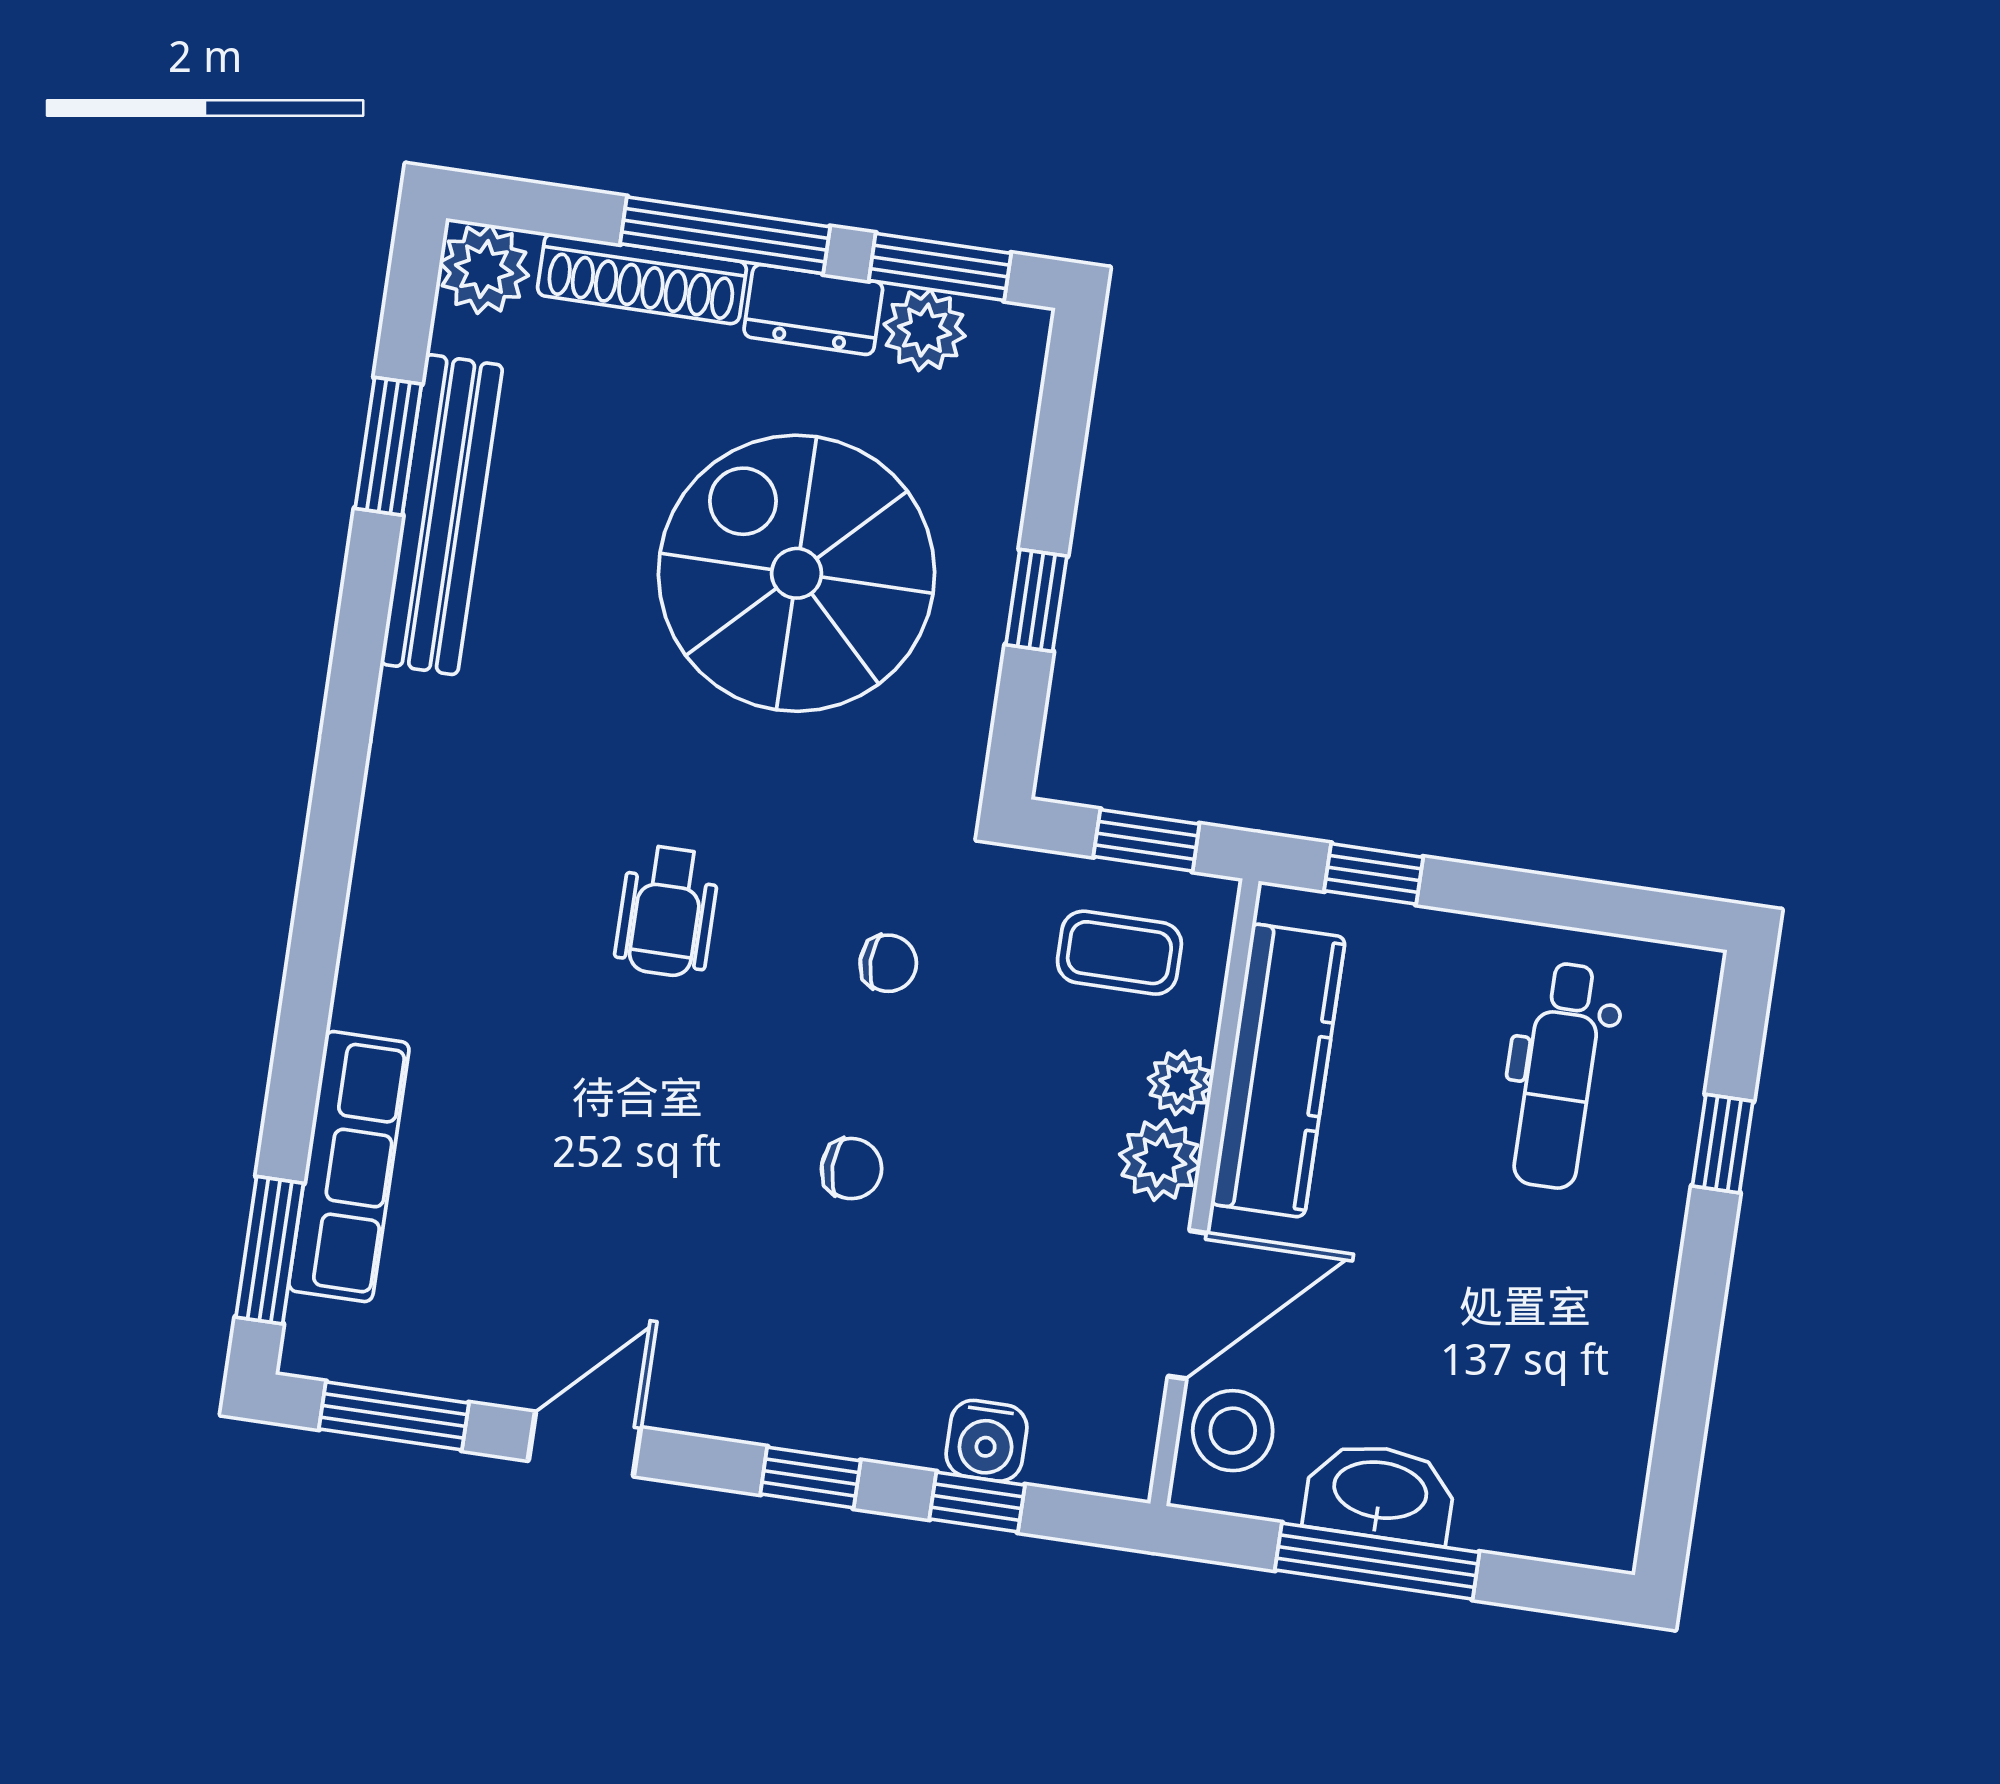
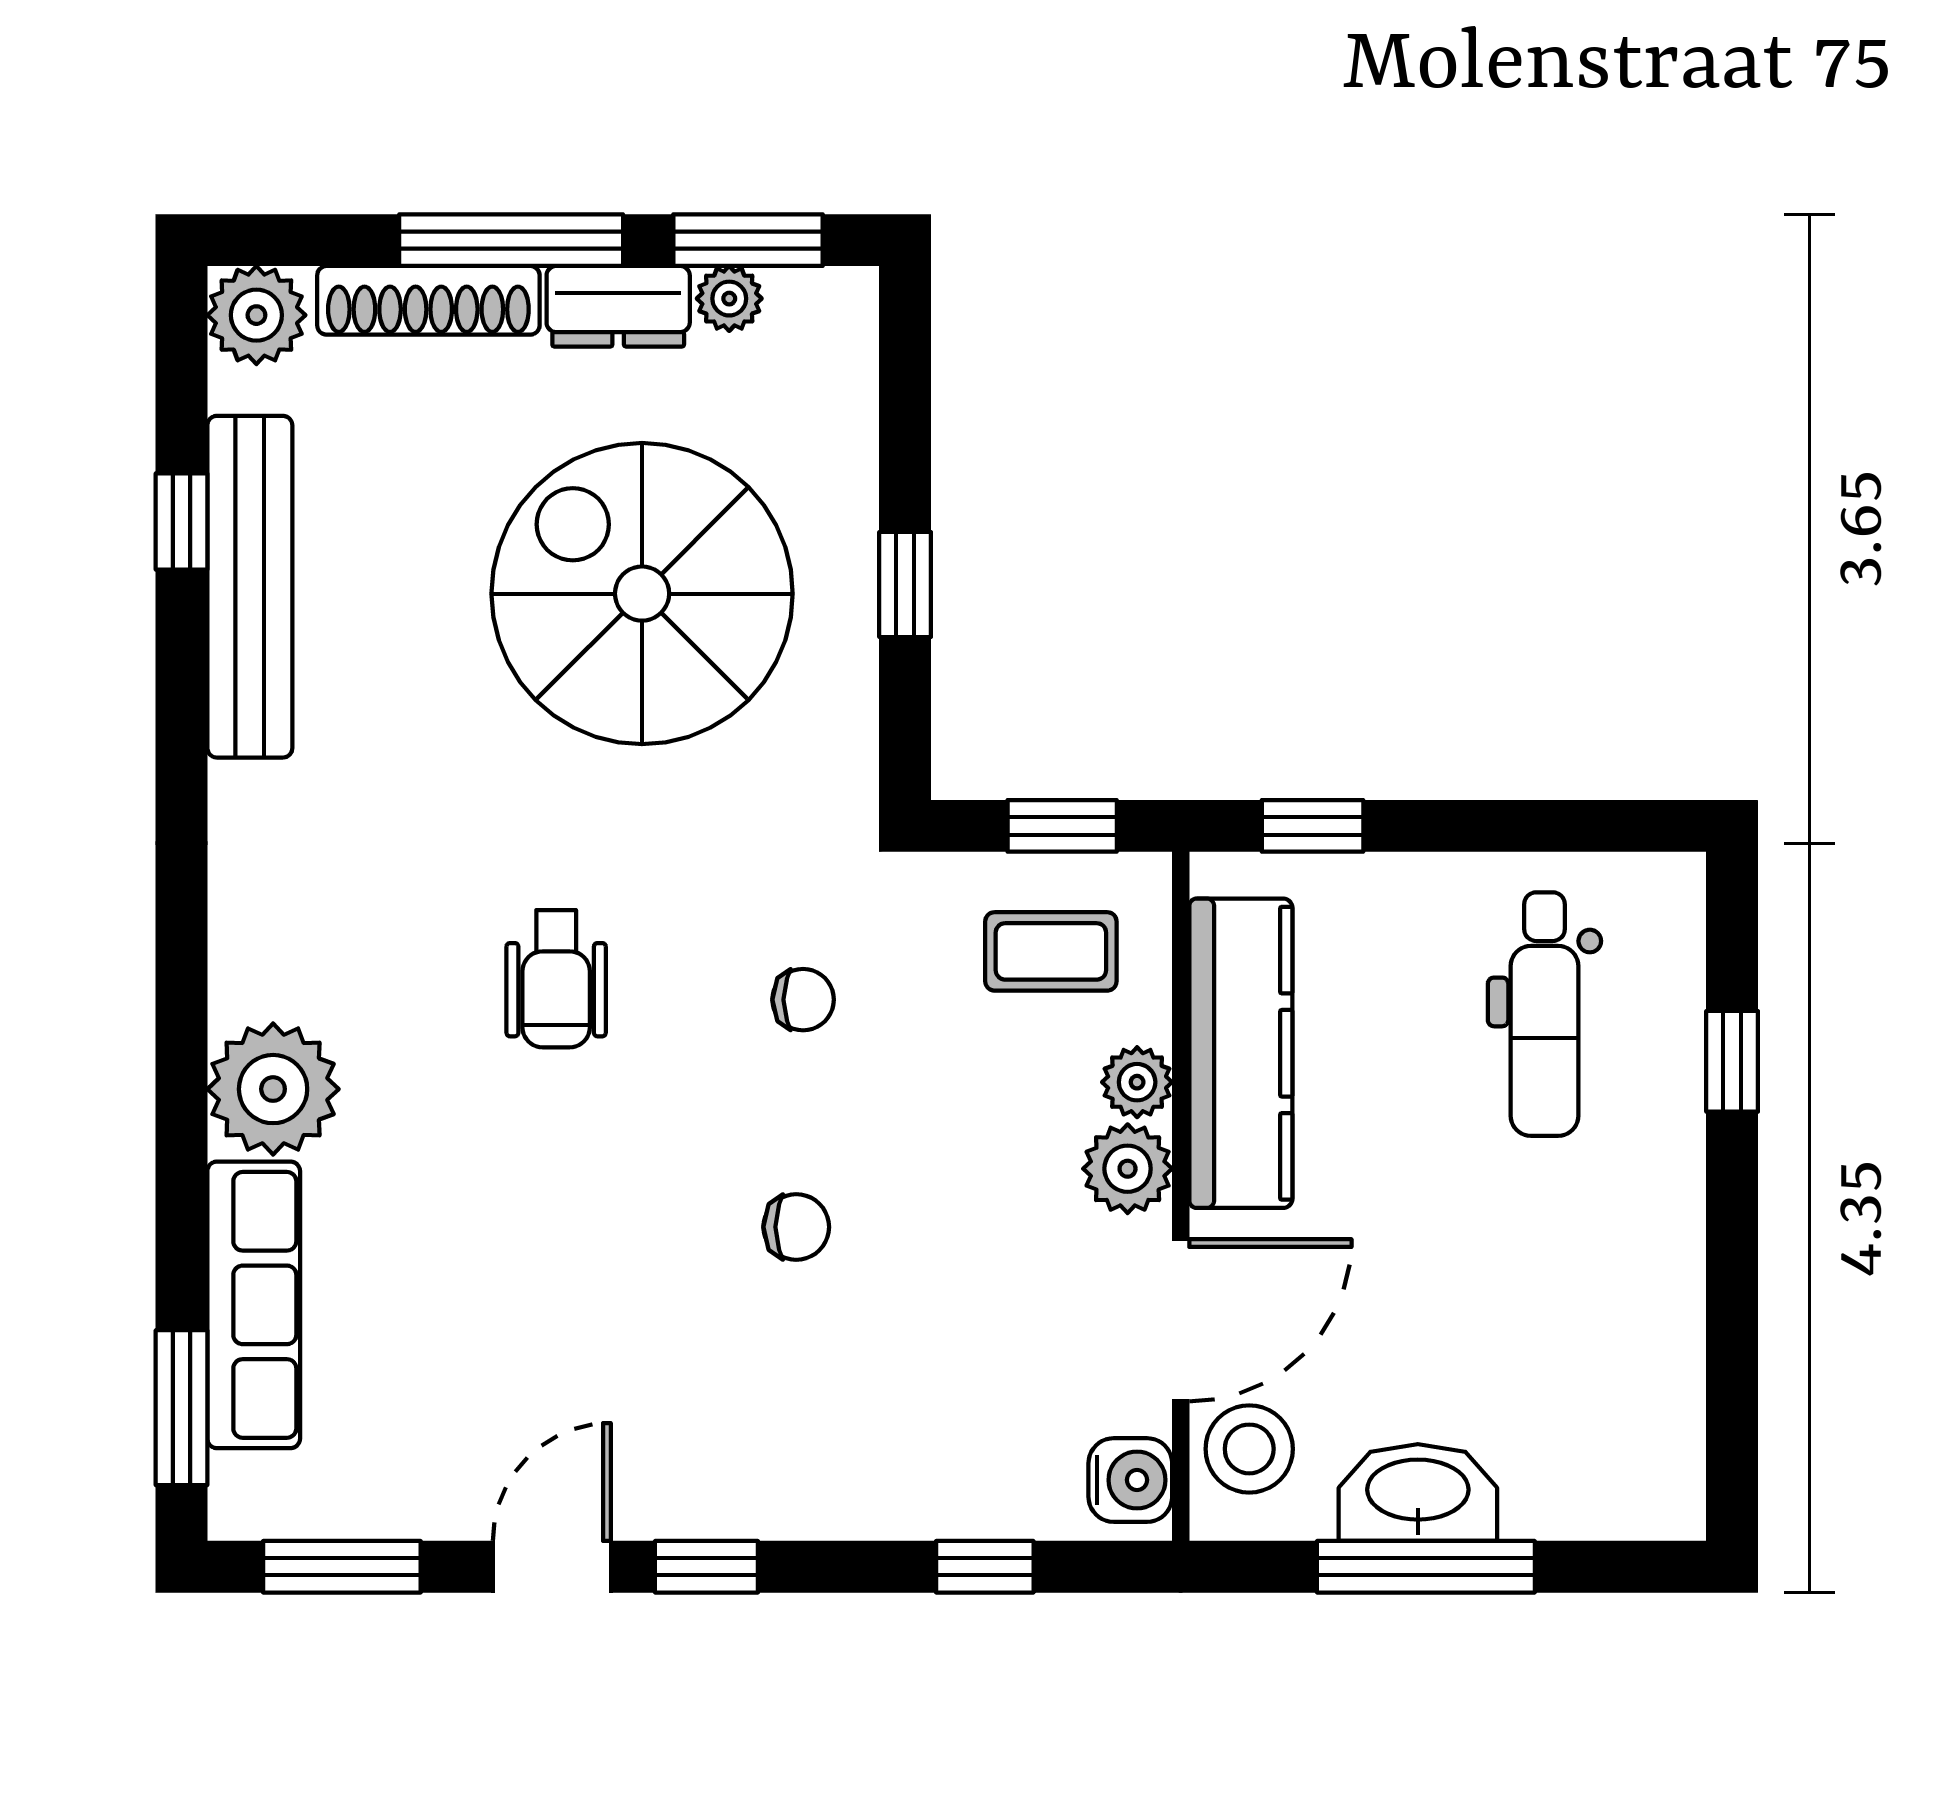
plant: (925, 330) -> (729, 299), width x0.73, depth x0.73
window: (388, 446) -> (181, 521), width x0.67
plant: (395, 973) -> (273, 1089), added
water cooler: (986, 1441) -> (1130, 1480), moved, turned -90
window: (810, 1477) -> (706, 1567), moved

